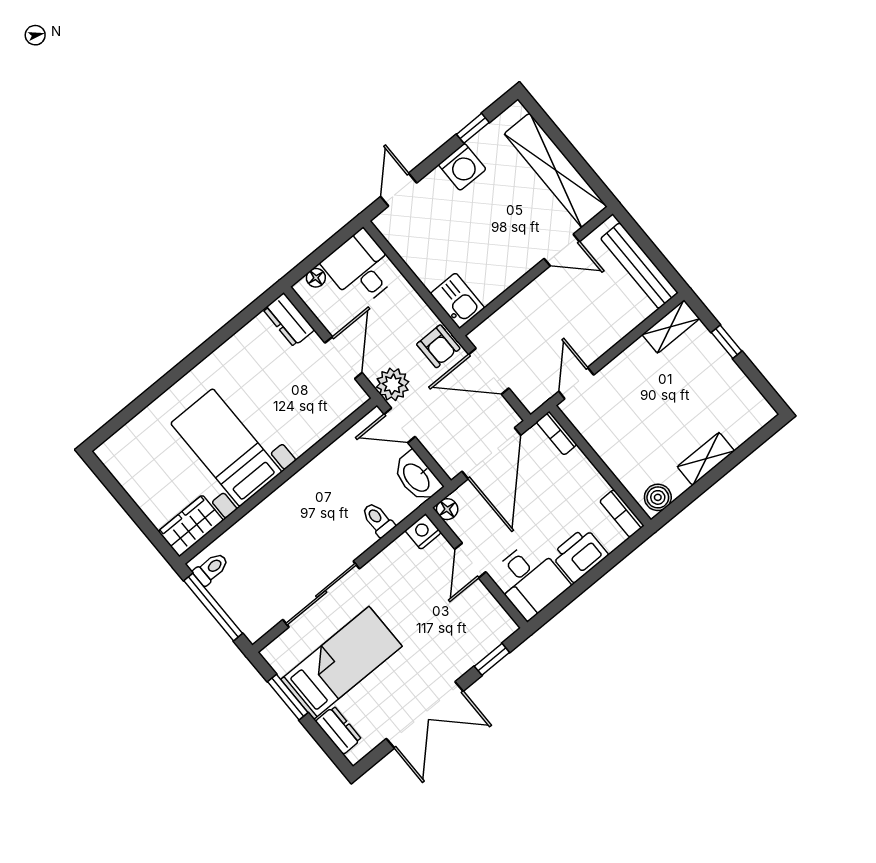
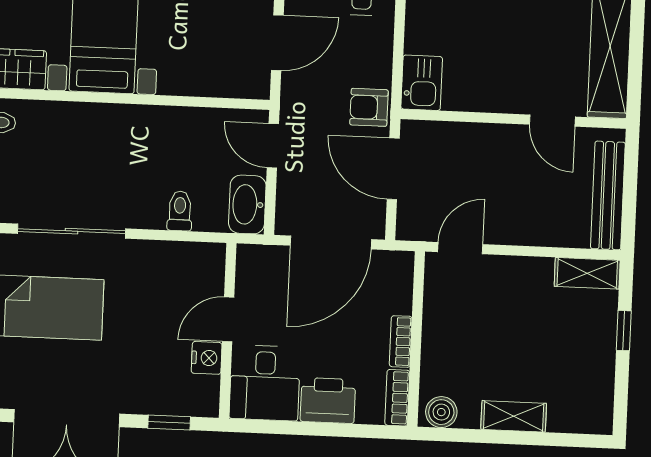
armchair: (438, 346) -> (369, 107), turned 90
plant: (393, 384) -> (299, 105), removed
bookcase: (557, 433) -> (401, 341), moved
floor lamp: (447, 509) -> (248, 256), removed
nightstand: (423, 532) -> (207, 358), moved, turned 90

